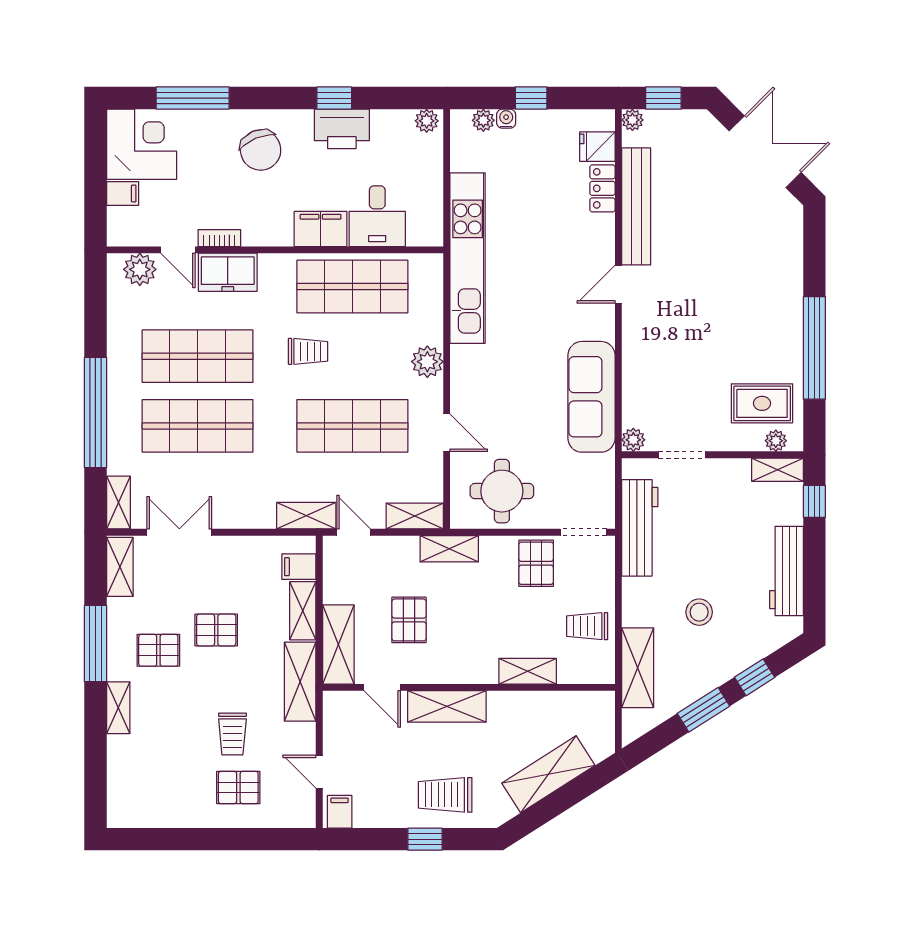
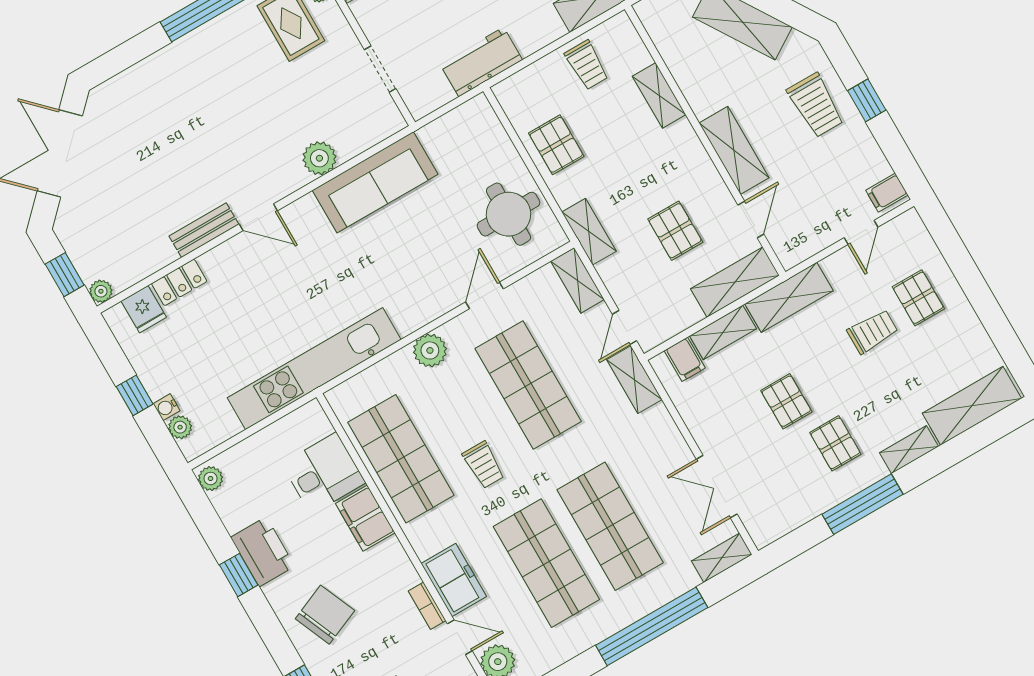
bench: (636, 206) -> (204, 230), width x0.54, depth x0.82
door: (178, 250) -> (460, 637), hinge flipped
trolley: (308, 351) -> (484, 465), turned 180
plant: (633, 440) -> (319, 158), moved, width x1.38, depth x1.38
workbench: (640, 528) -> (481, 62), width x0.73
doorway: (583, 532) -> (503, 118), removed
pallet: (536, 563) -> (556, 145), turned 90
shelving: (120, 567) -> (972, 406), moved, width x1.50, depth x1.33
pallet: (409, 620) -> (675, 231), turned 90

